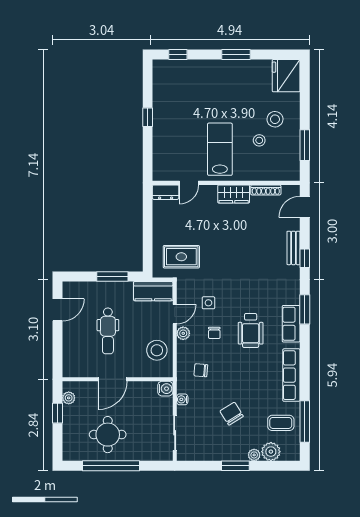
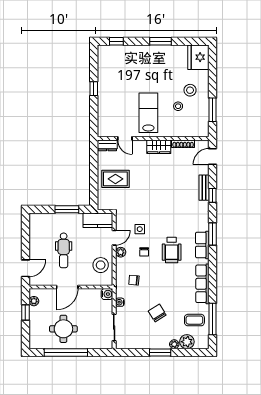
door: (189, 183) -> (125, 138), hinge flipped
rug: (181, 257) -> (115, 179), moved
door: (58, 310) -> (25, 268), moved

